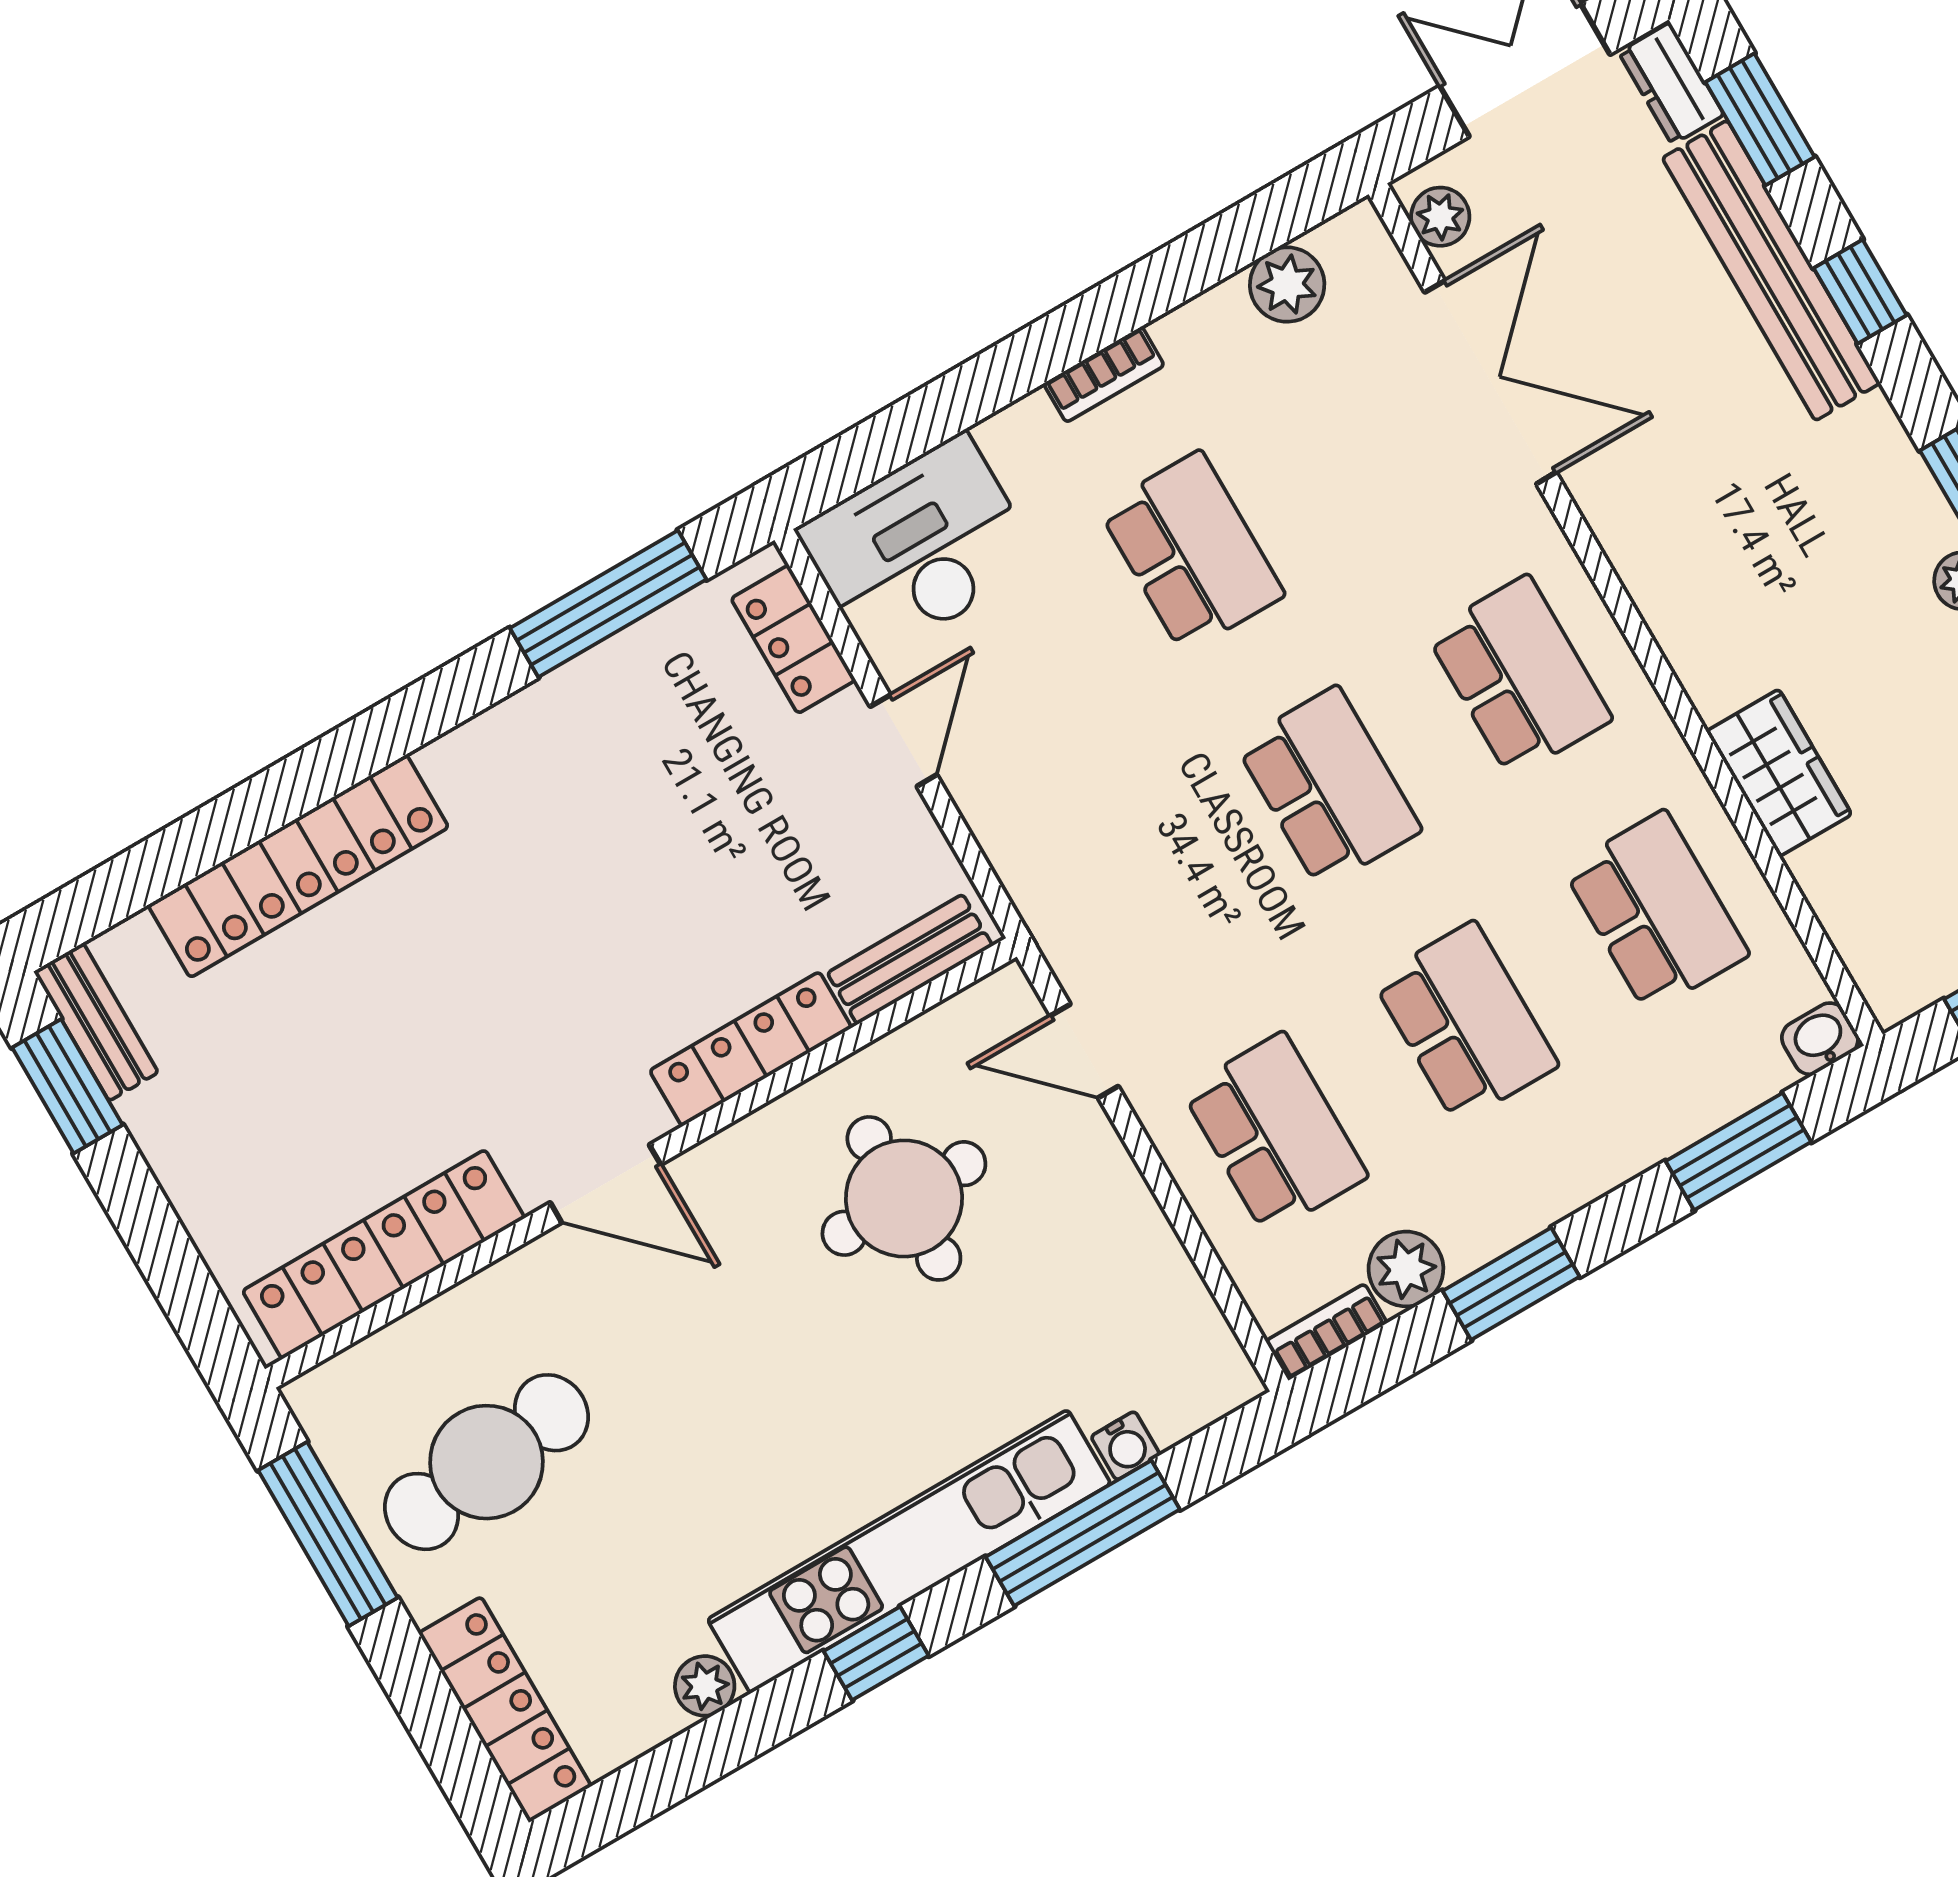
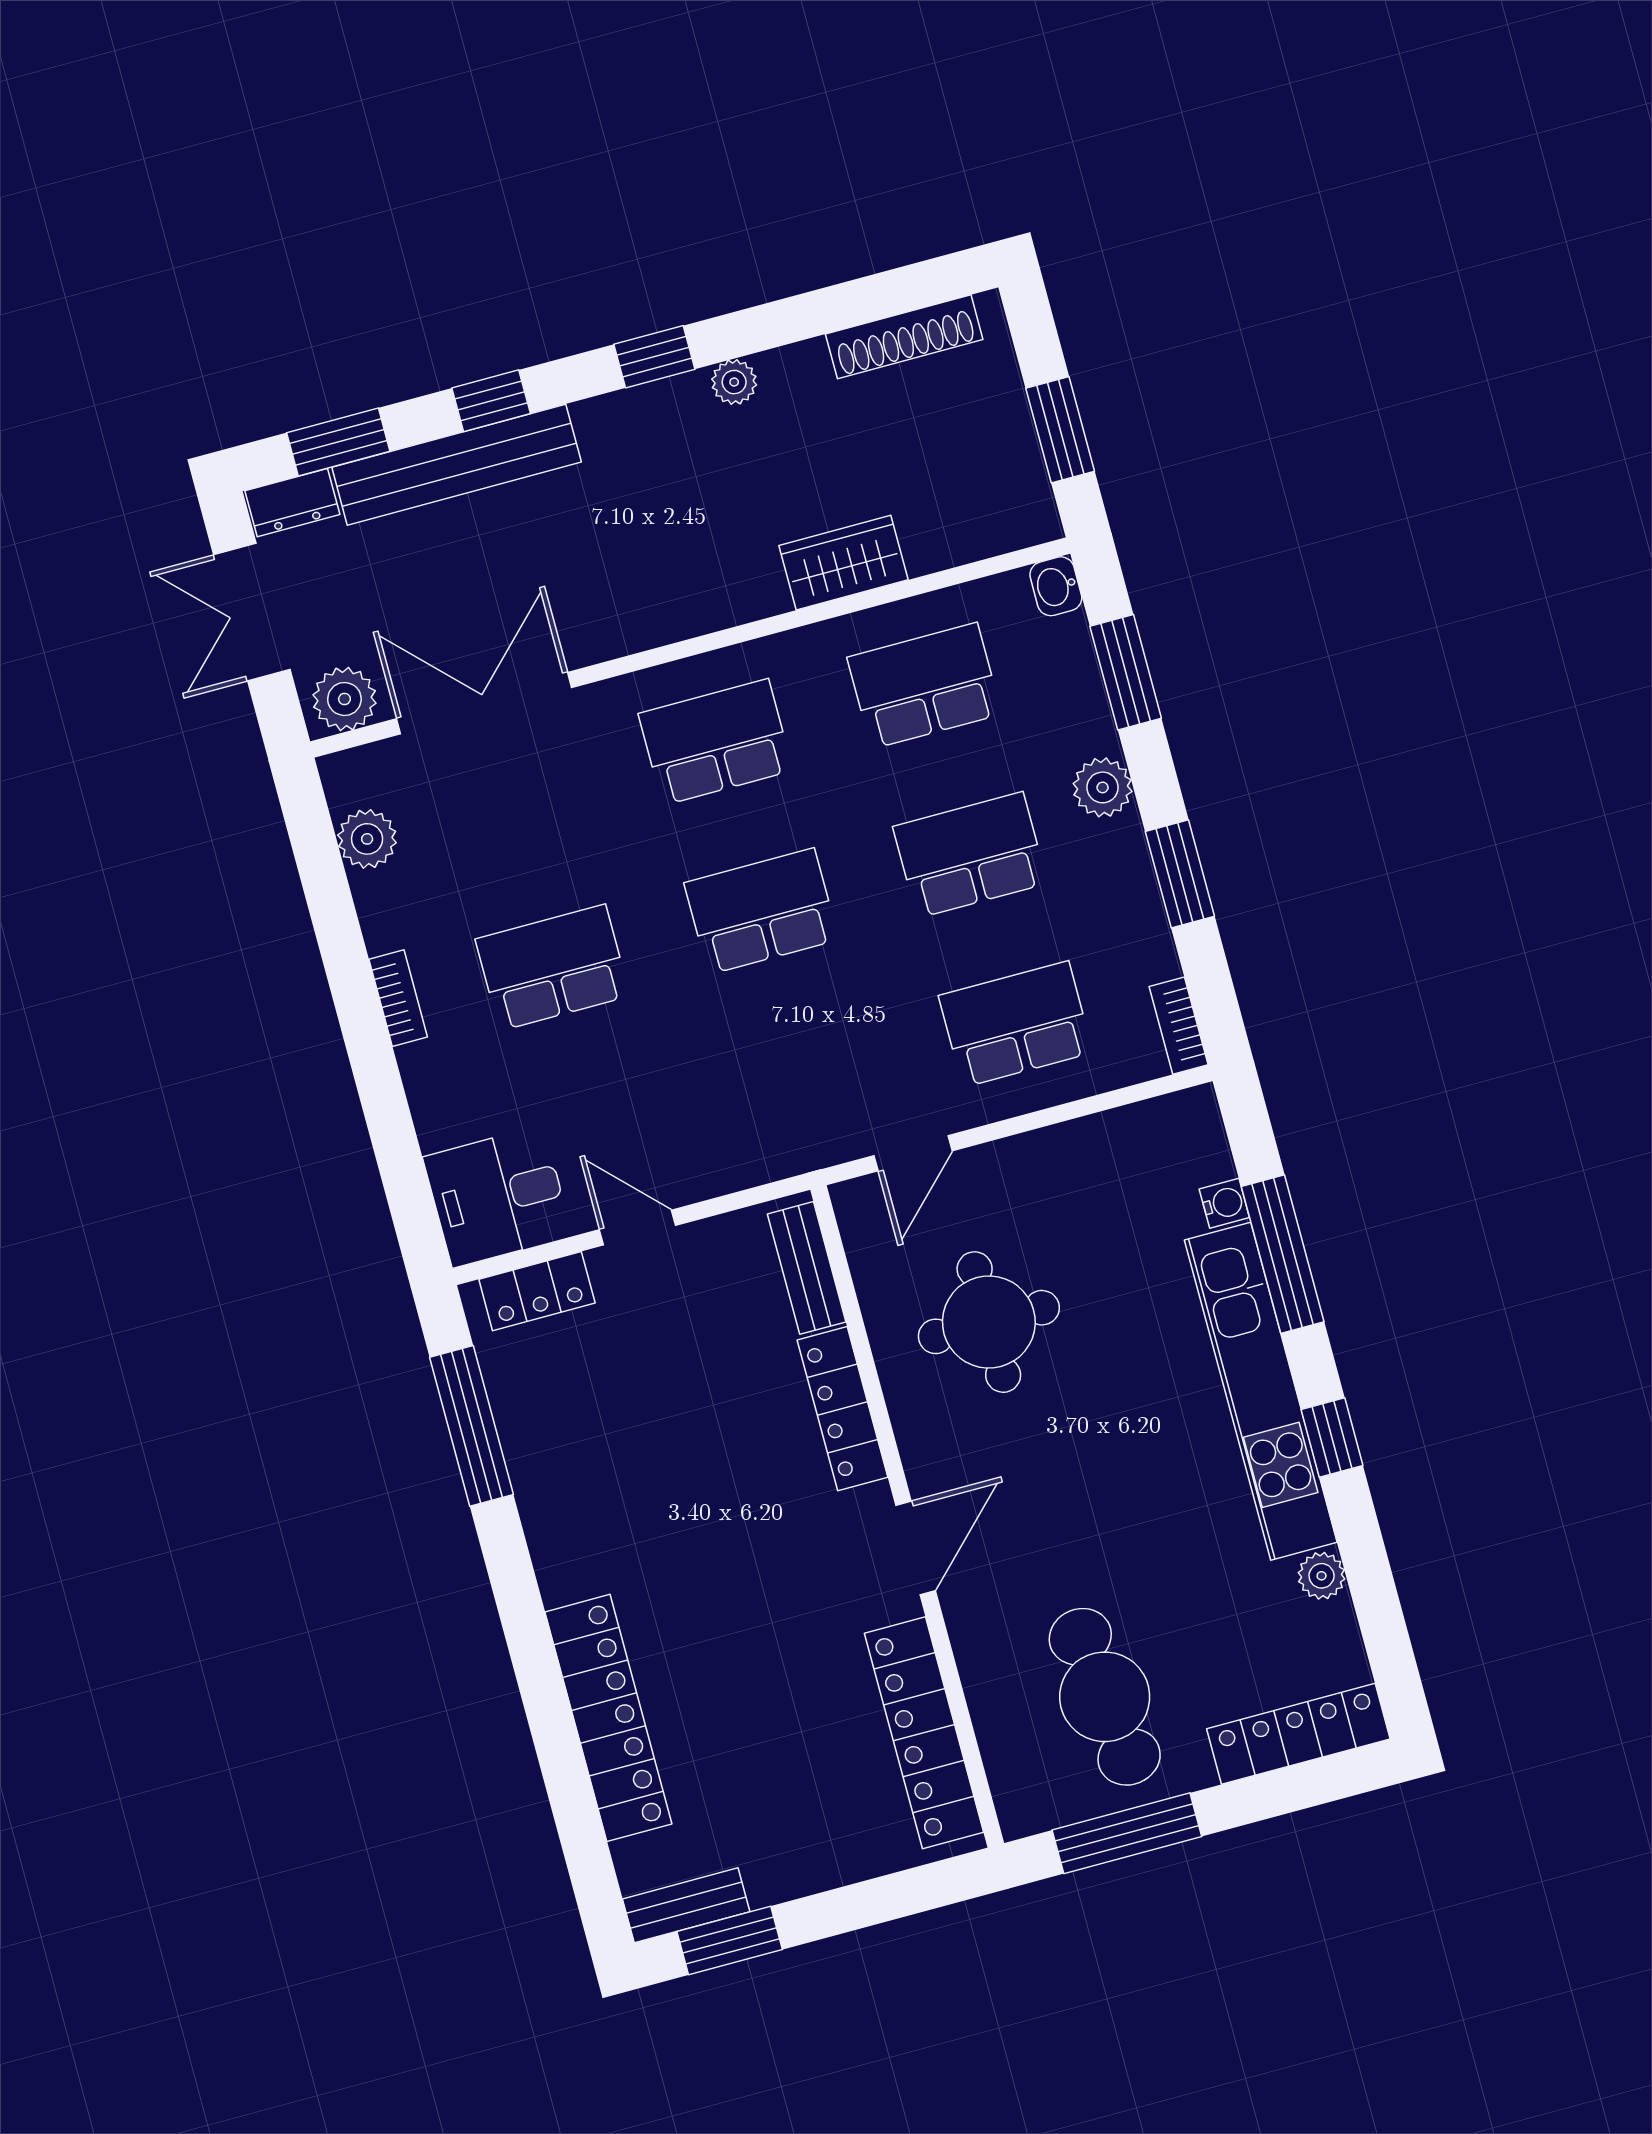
plant: (1440, 217) -> (344, 699), width x1.38, depth x1.38
desk: (919, 547) -> (498, 1196), width x0.73
plant: (1406, 1269) -> (1103, 787), moved

